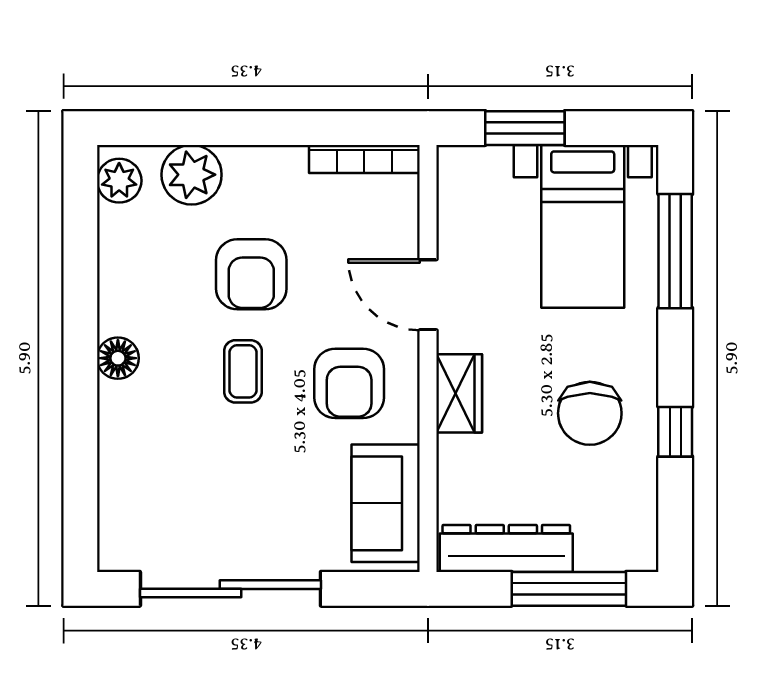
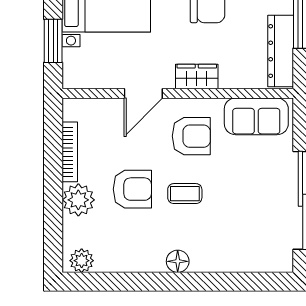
bookcase: (364, 159) -> (70, 152), moved
plant: (192, 175) -> (78, 200), moved

